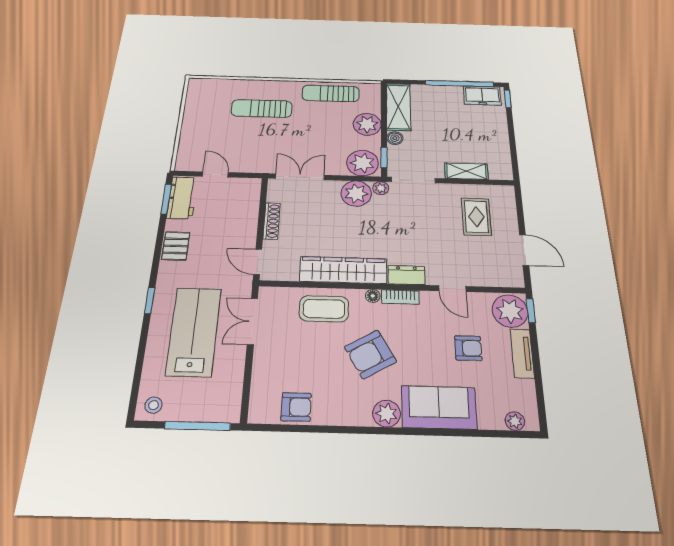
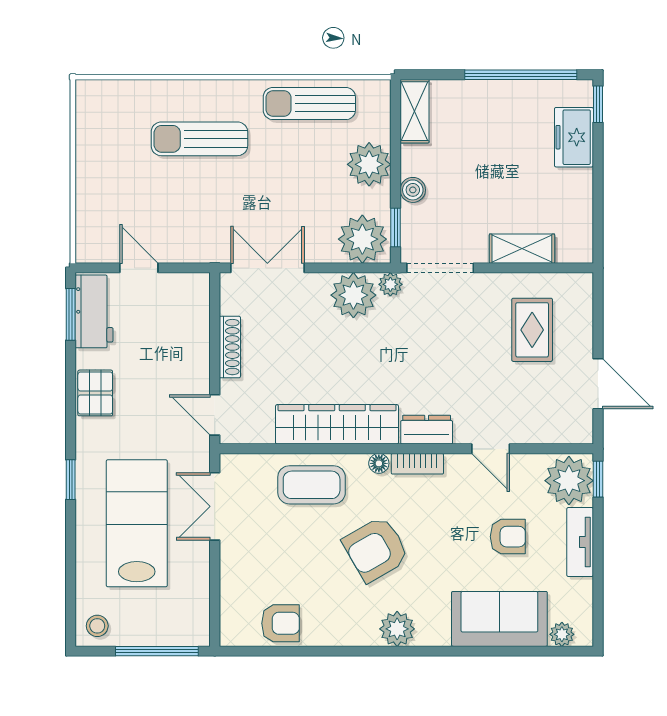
freezer: (482, 96) -> (574, 137), moved, turned 90
shelving: (398, 107) -> (414, 111), width x0.67, depth x0.75
sofa: (439, 407) -> (499, 619), moved

